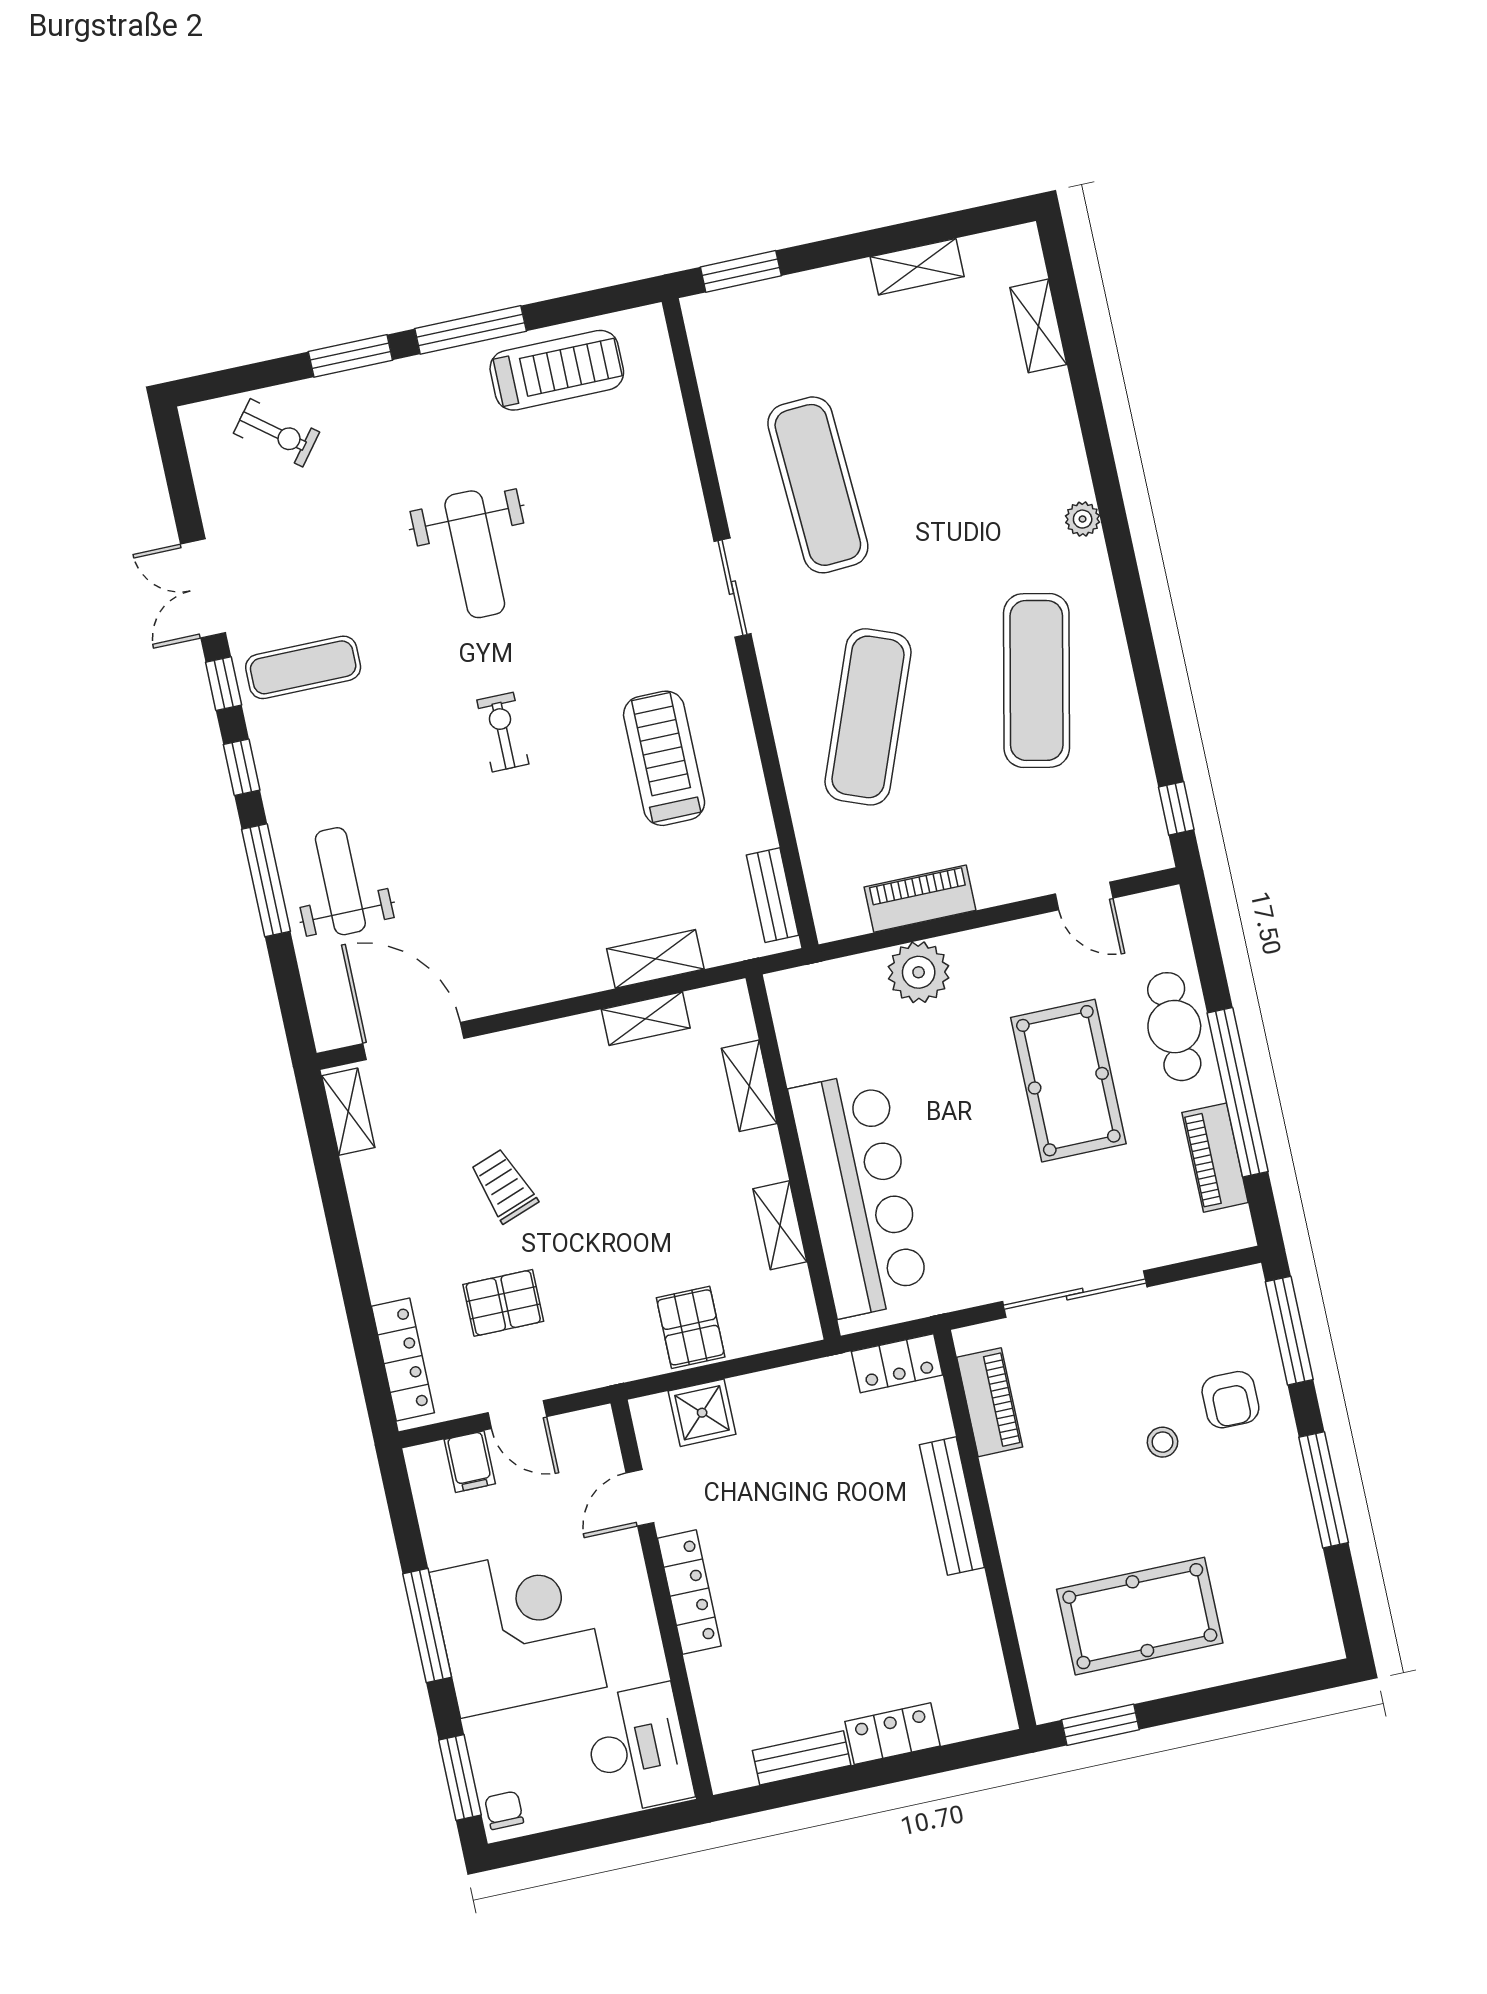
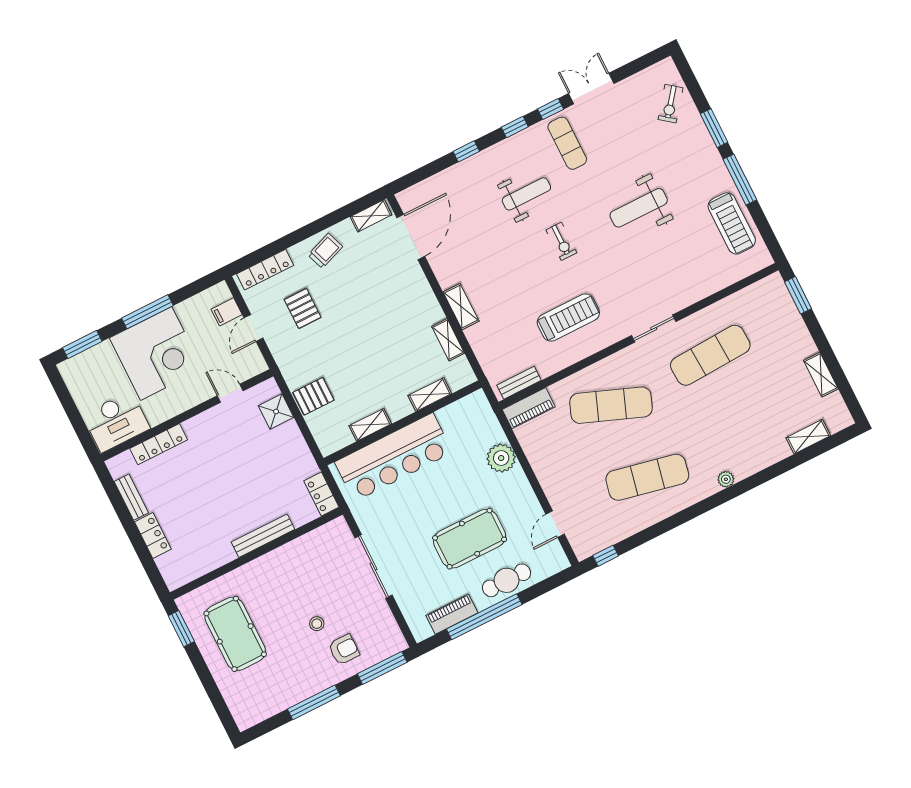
exercise bike: (503, 732) -> (561, 241), turned 90
window: (266, 880) -> (466, 151), width x0.46
weight bench: (340, 881) -> (526, 194), moved
piano: (920, 899) -> (529, 408), moved, turned 90
shelving: (655, 959) -> (461, 307), moved
trolley: (504, 1186) -> (325, 251), moved
armchair: (1230, 1400) -> (344, 650), turned 180
piano: (990, 1402) -> (315, 541), removed
locker: (689, 1592) -> (159, 444), moved
chair: (504, 1810) -> (73, 368), removed

